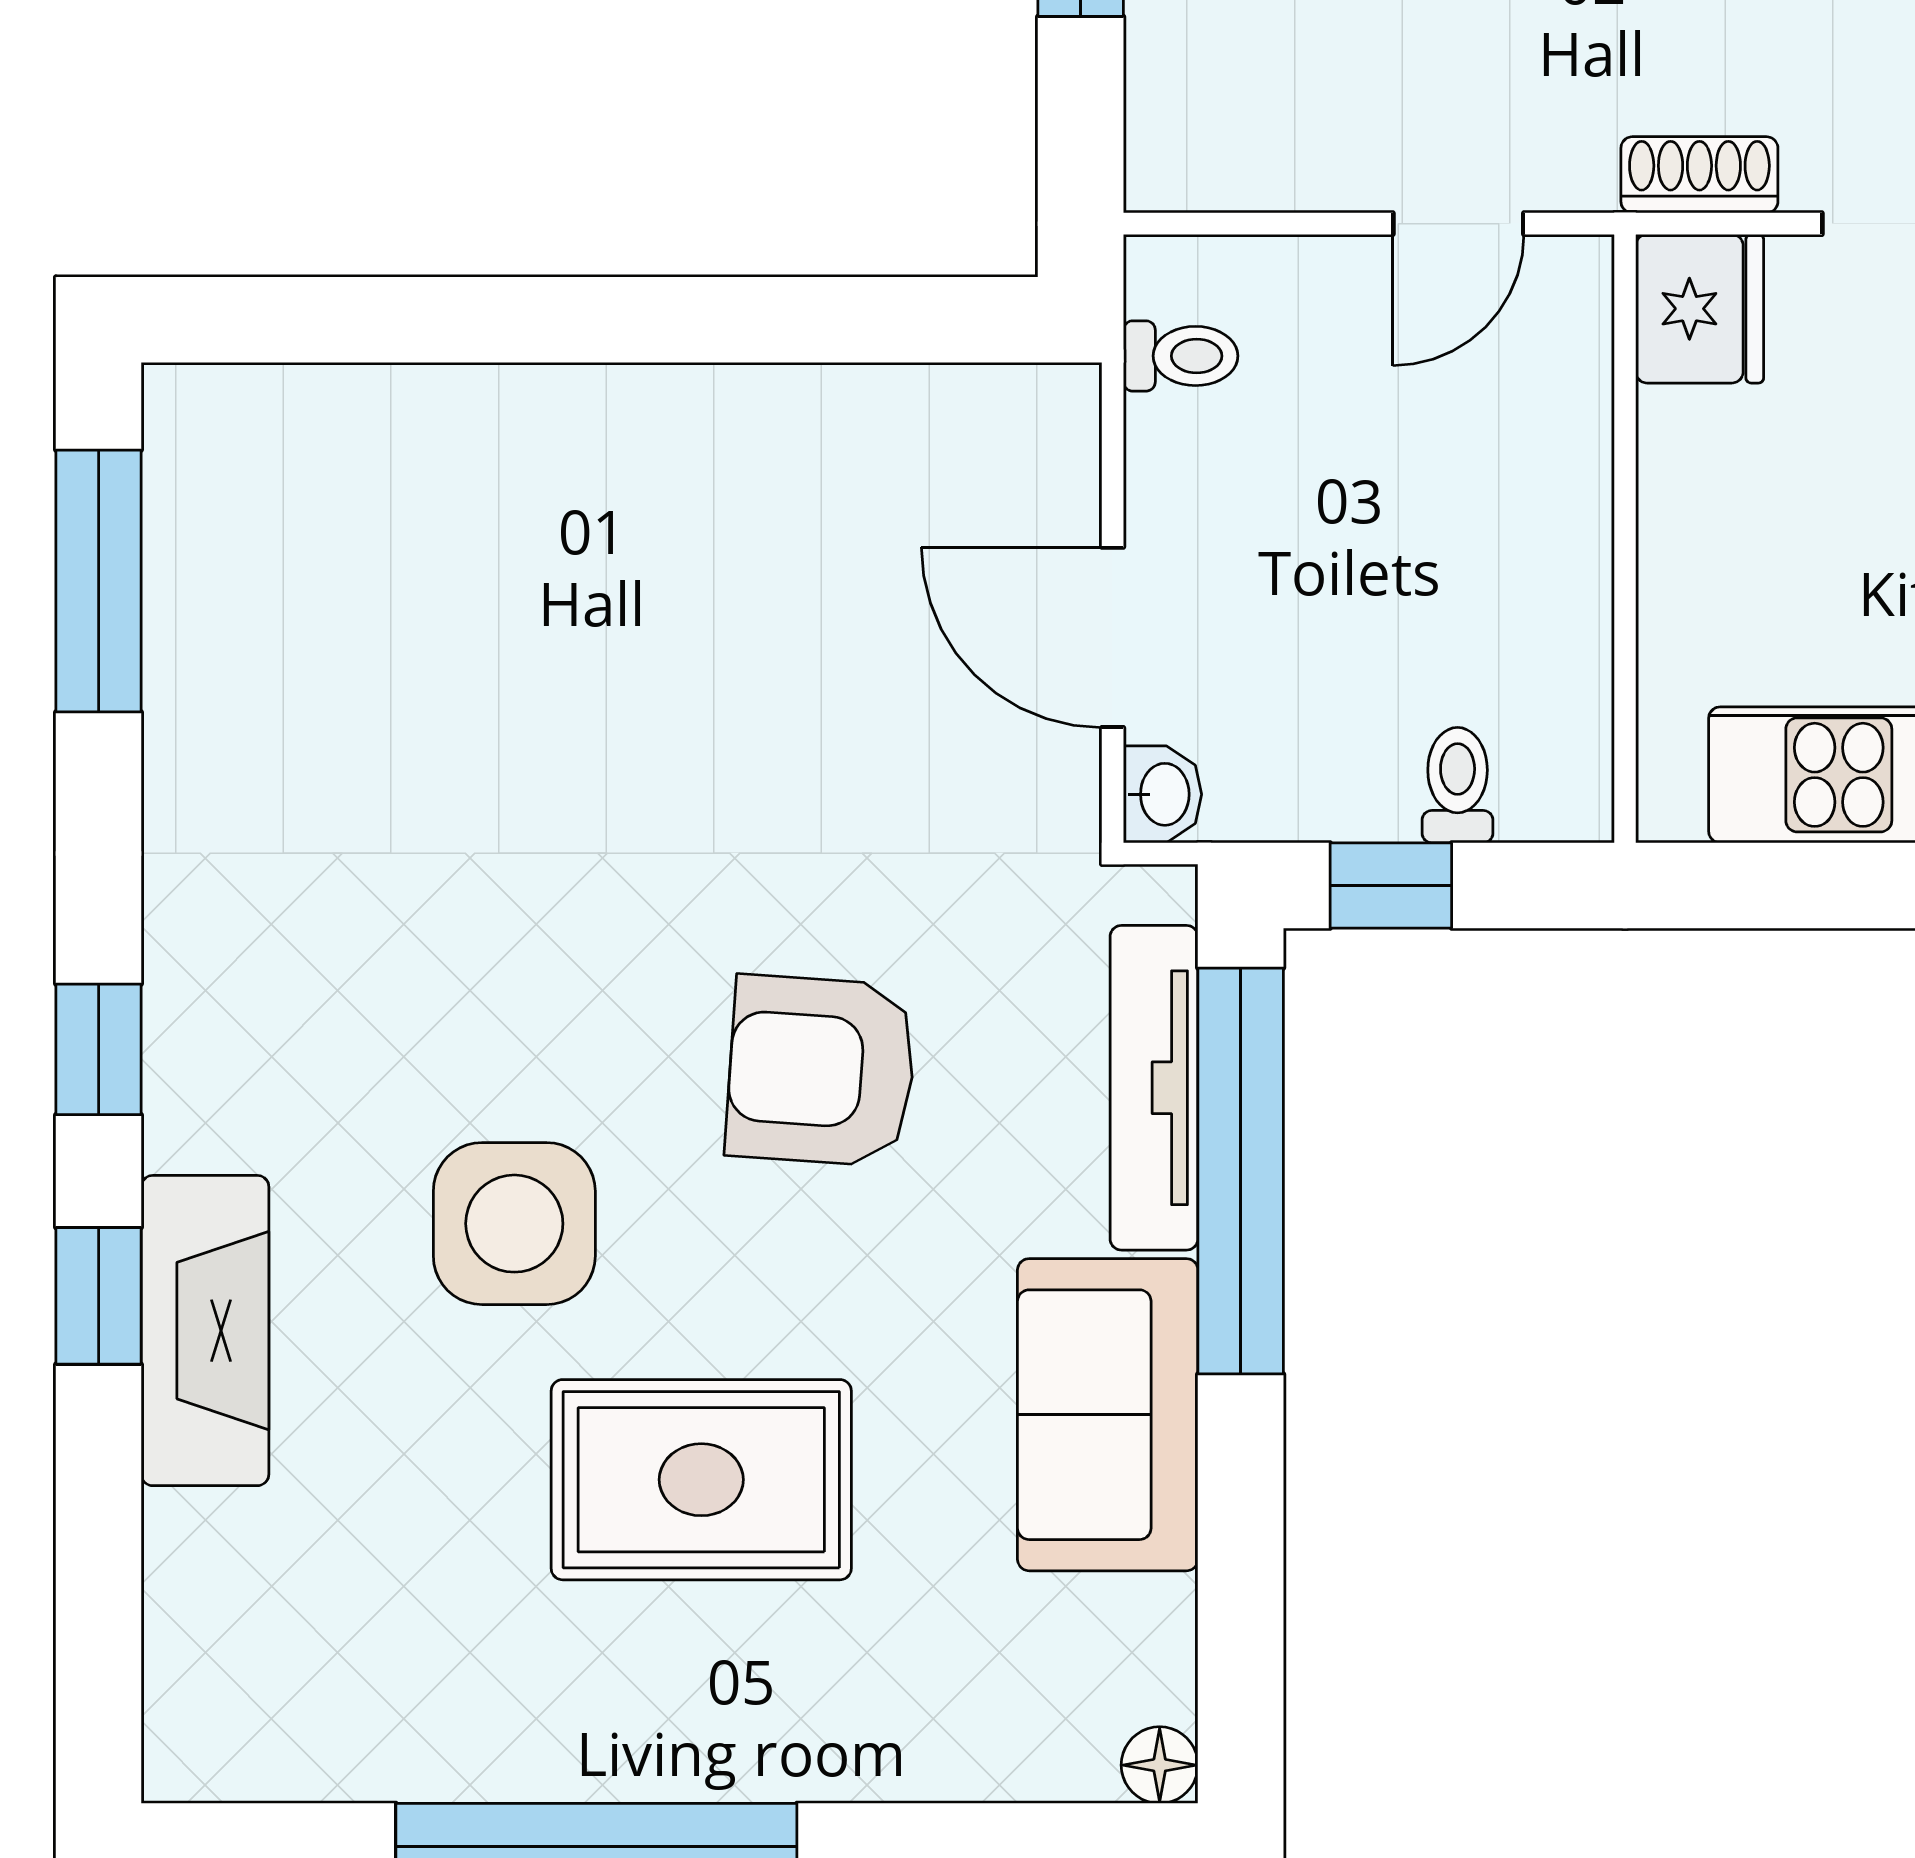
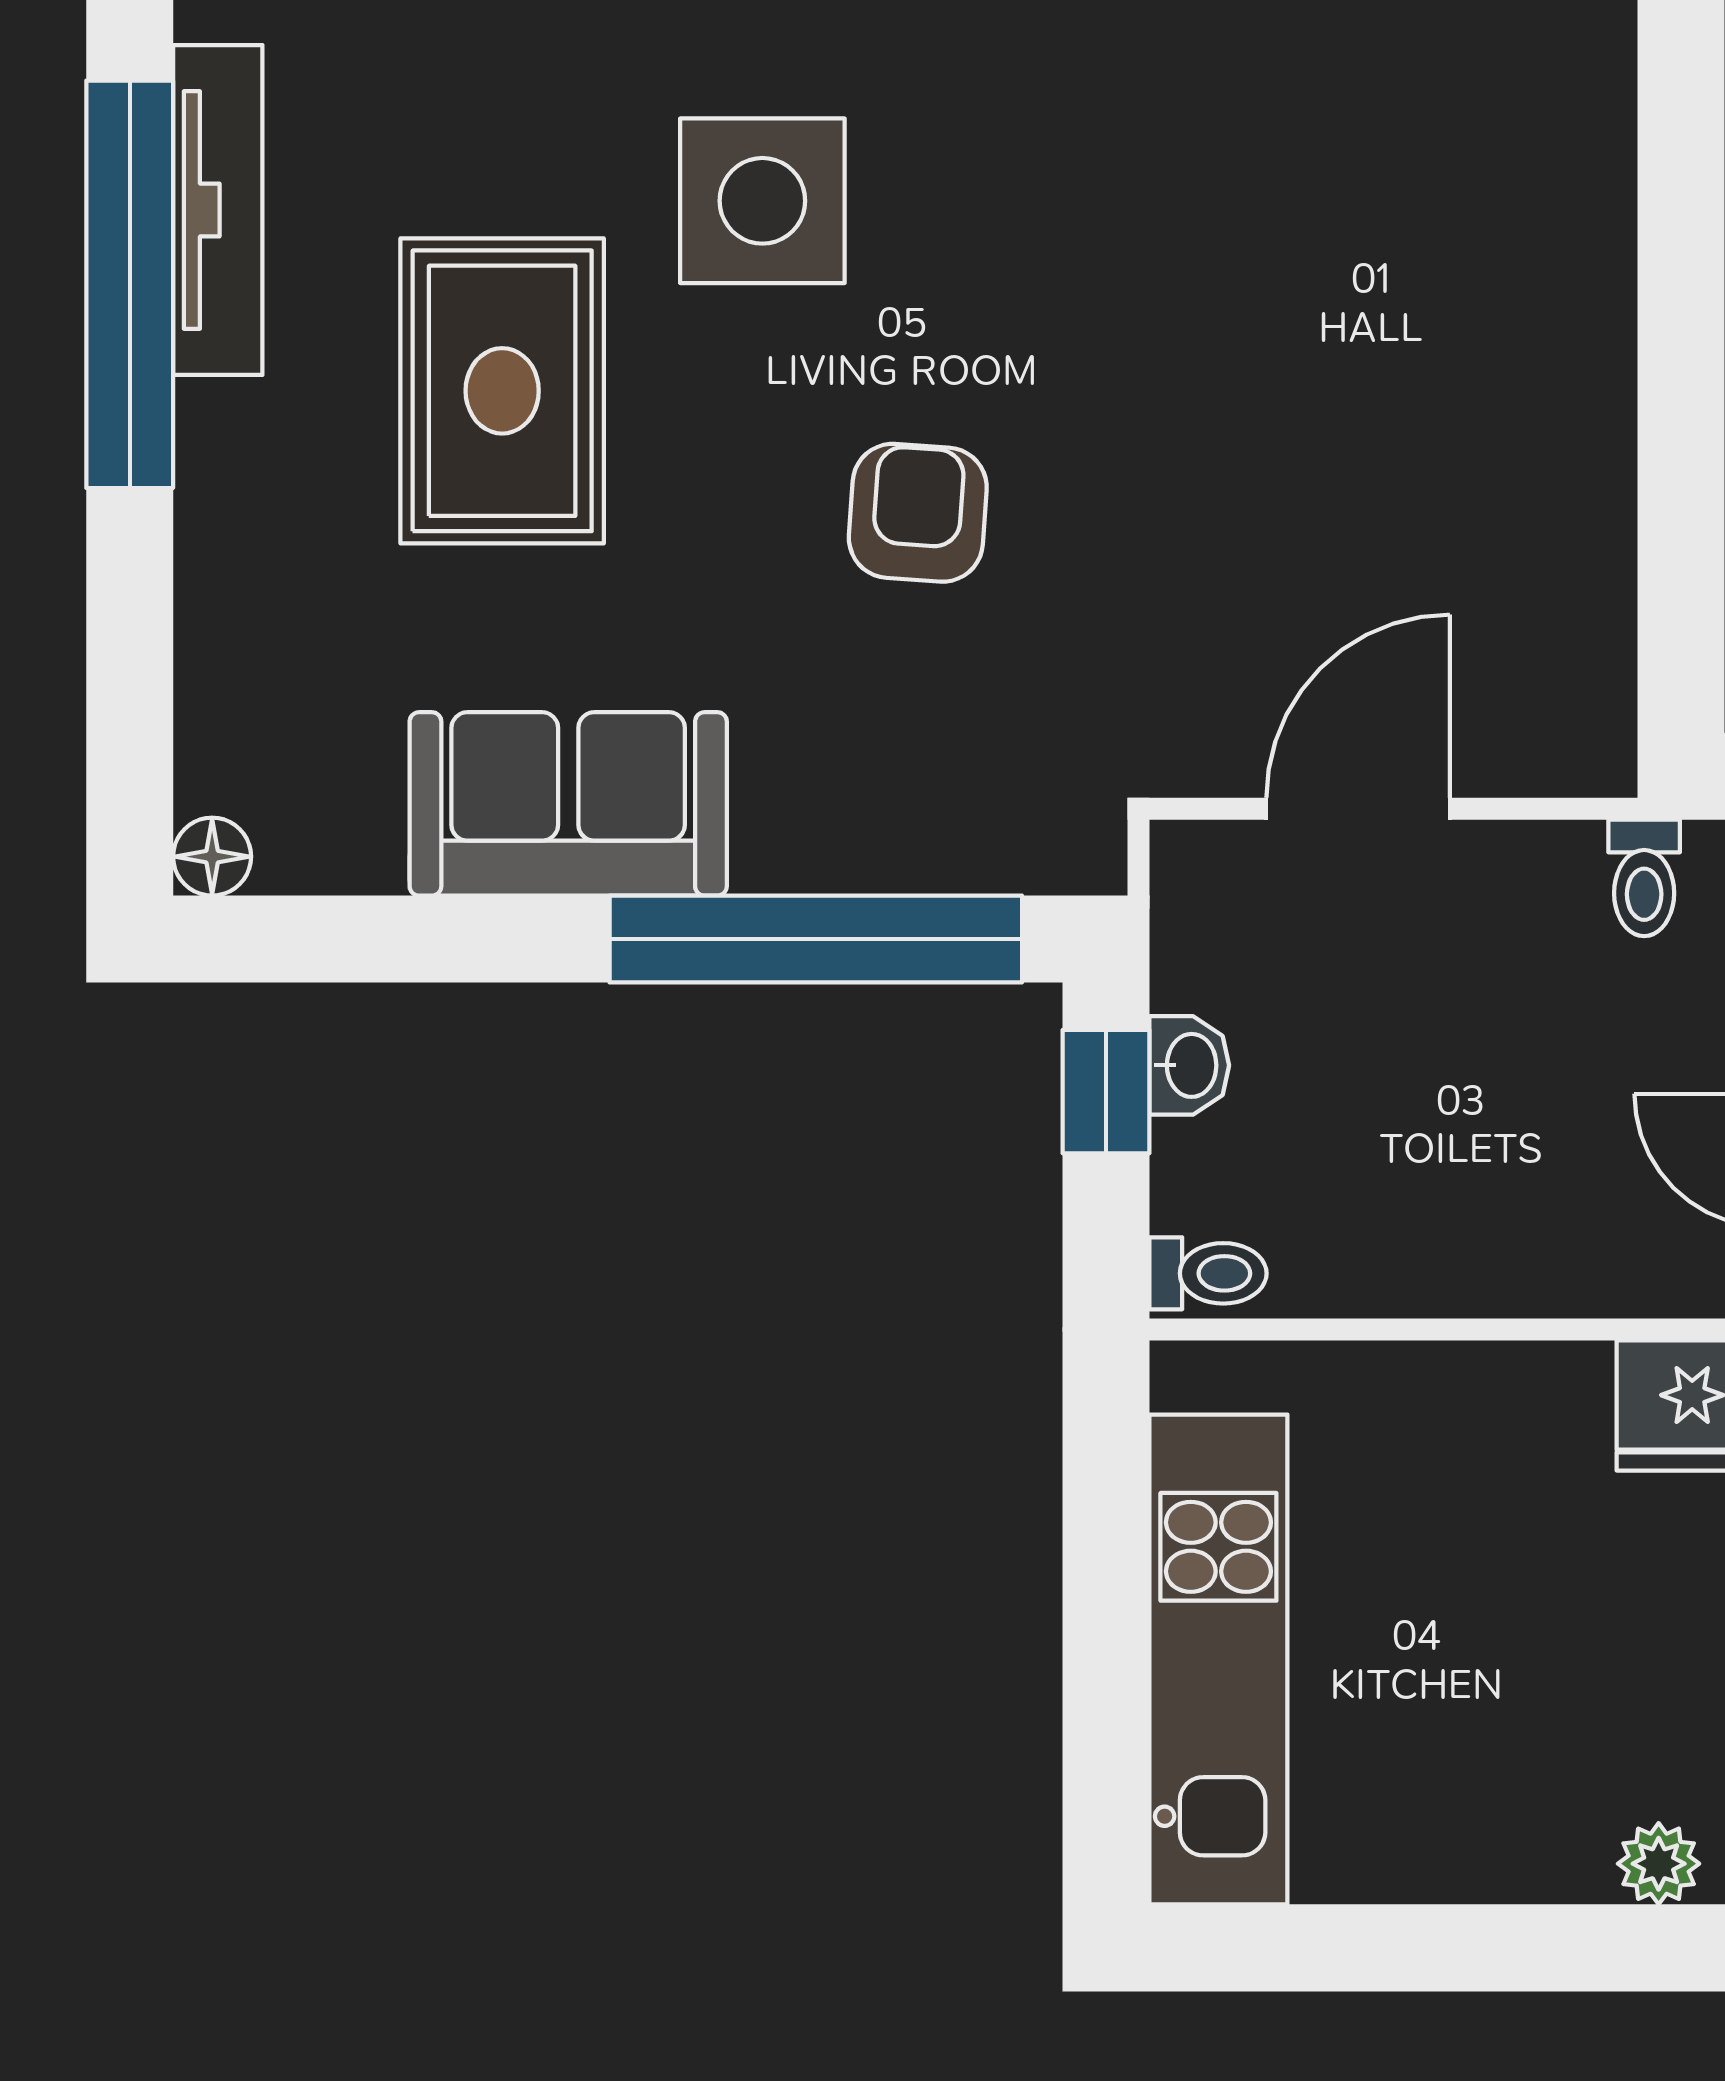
toilet: (1458, 785) -> (1208, 1273), moved
washbasin: (1162, 794) -> (1189, 1065), moved, turned -90
armchair: (821, 1071) -> (918, 513), width x0.72, depth x0.72
tv unit: (1154, 1088) -> (218, 210), moved, turned 90

